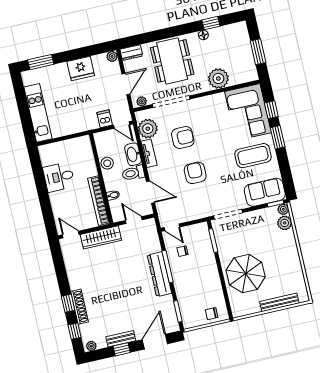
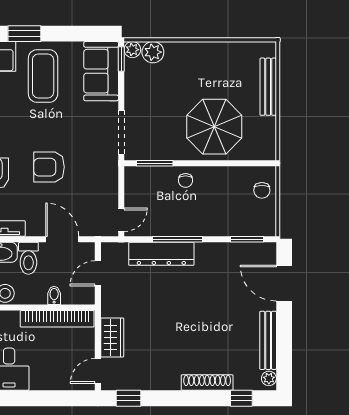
door: (151, 192) -> (62, 239), hinge flipped
wardrobe: (101, 237) -> (112, 337), width x0.67
chair: (183, 251) -> (186, 180), moved
dresser: (159, 274) -> (161, 254), moved
window: (68, 303) -> (128, 398), moved
bench: (121, 339) -> (268, 340), width x1.36
window: (122, 349) -> (284, 335), removed

